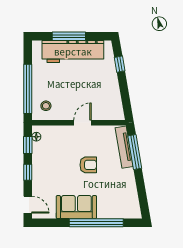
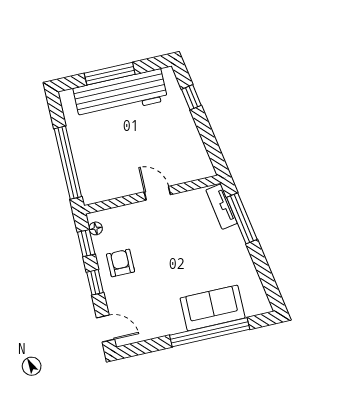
stool: (46, 106) -> (99, 181), removed
door: (83, 123) -> (157, 193), hinge flipped
tv unit: (124, 147) -> (222, 207), width x0.71
armchair: (88, 165) -> (121, 263), moved, turned -90
sofa: (76, 207) -> (213, 308), moved

